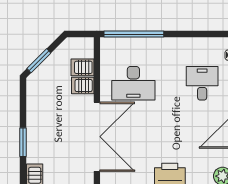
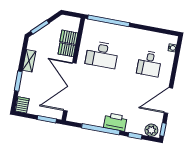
desk: (202, 83) -> (149, 64), turned 180
shelving: (33, 111) -> (29, 61), added
double door: (97, 137) -> (70, 87), swing flipped

